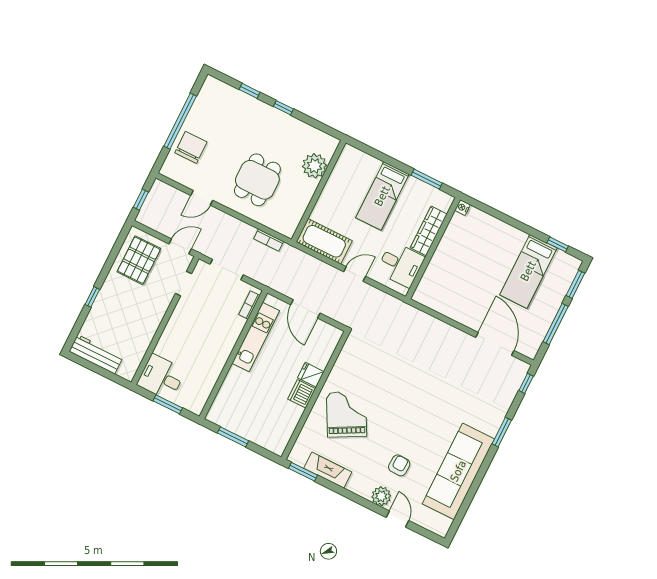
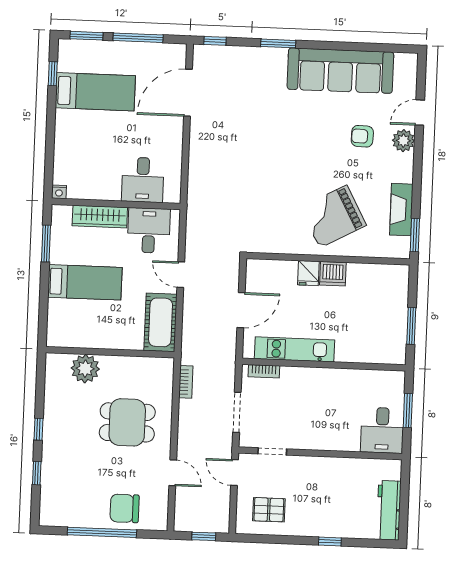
pallet: (139, 260) -> (269, 510), width x0.67, depth x0.71
desk: (442, 278) -> (143, 180), added

